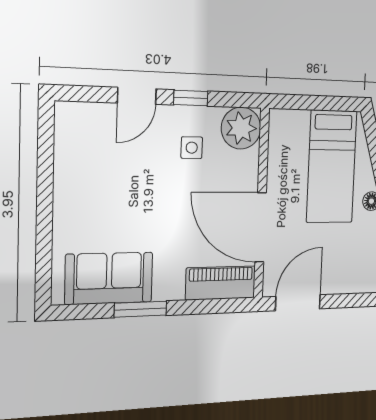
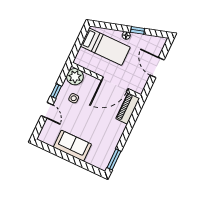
sofa: (109, 278) -> (72, 146), moved, turned 90
door: (298, 303) -> (157, 67), moved
window: (141, 309) -> (114, 159), moved

